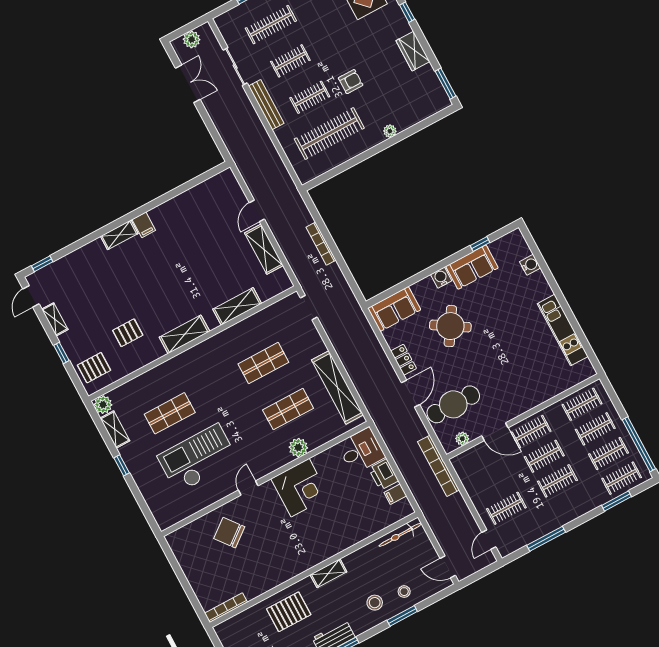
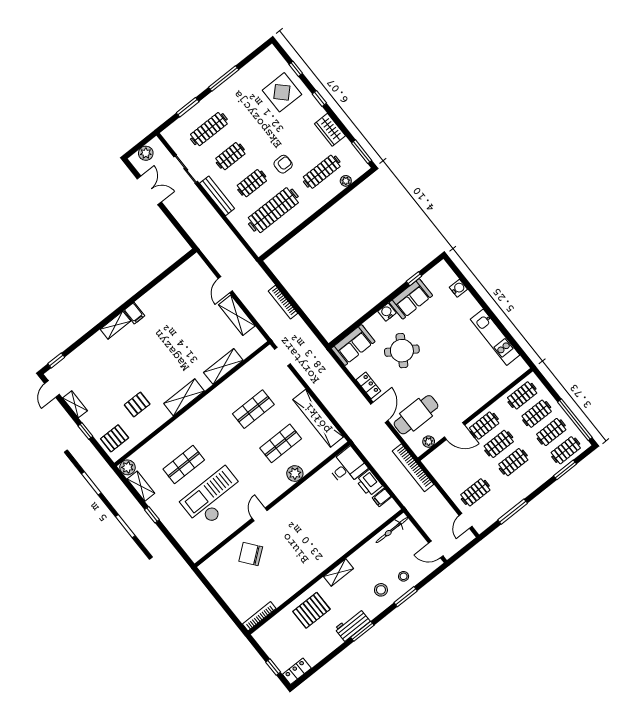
clothes rail: (394, 99) -> (322, 172), added
plant: (390, 131) -> (346, 181), moved
corner desk: (300, 488) -> (302, 506), removed

